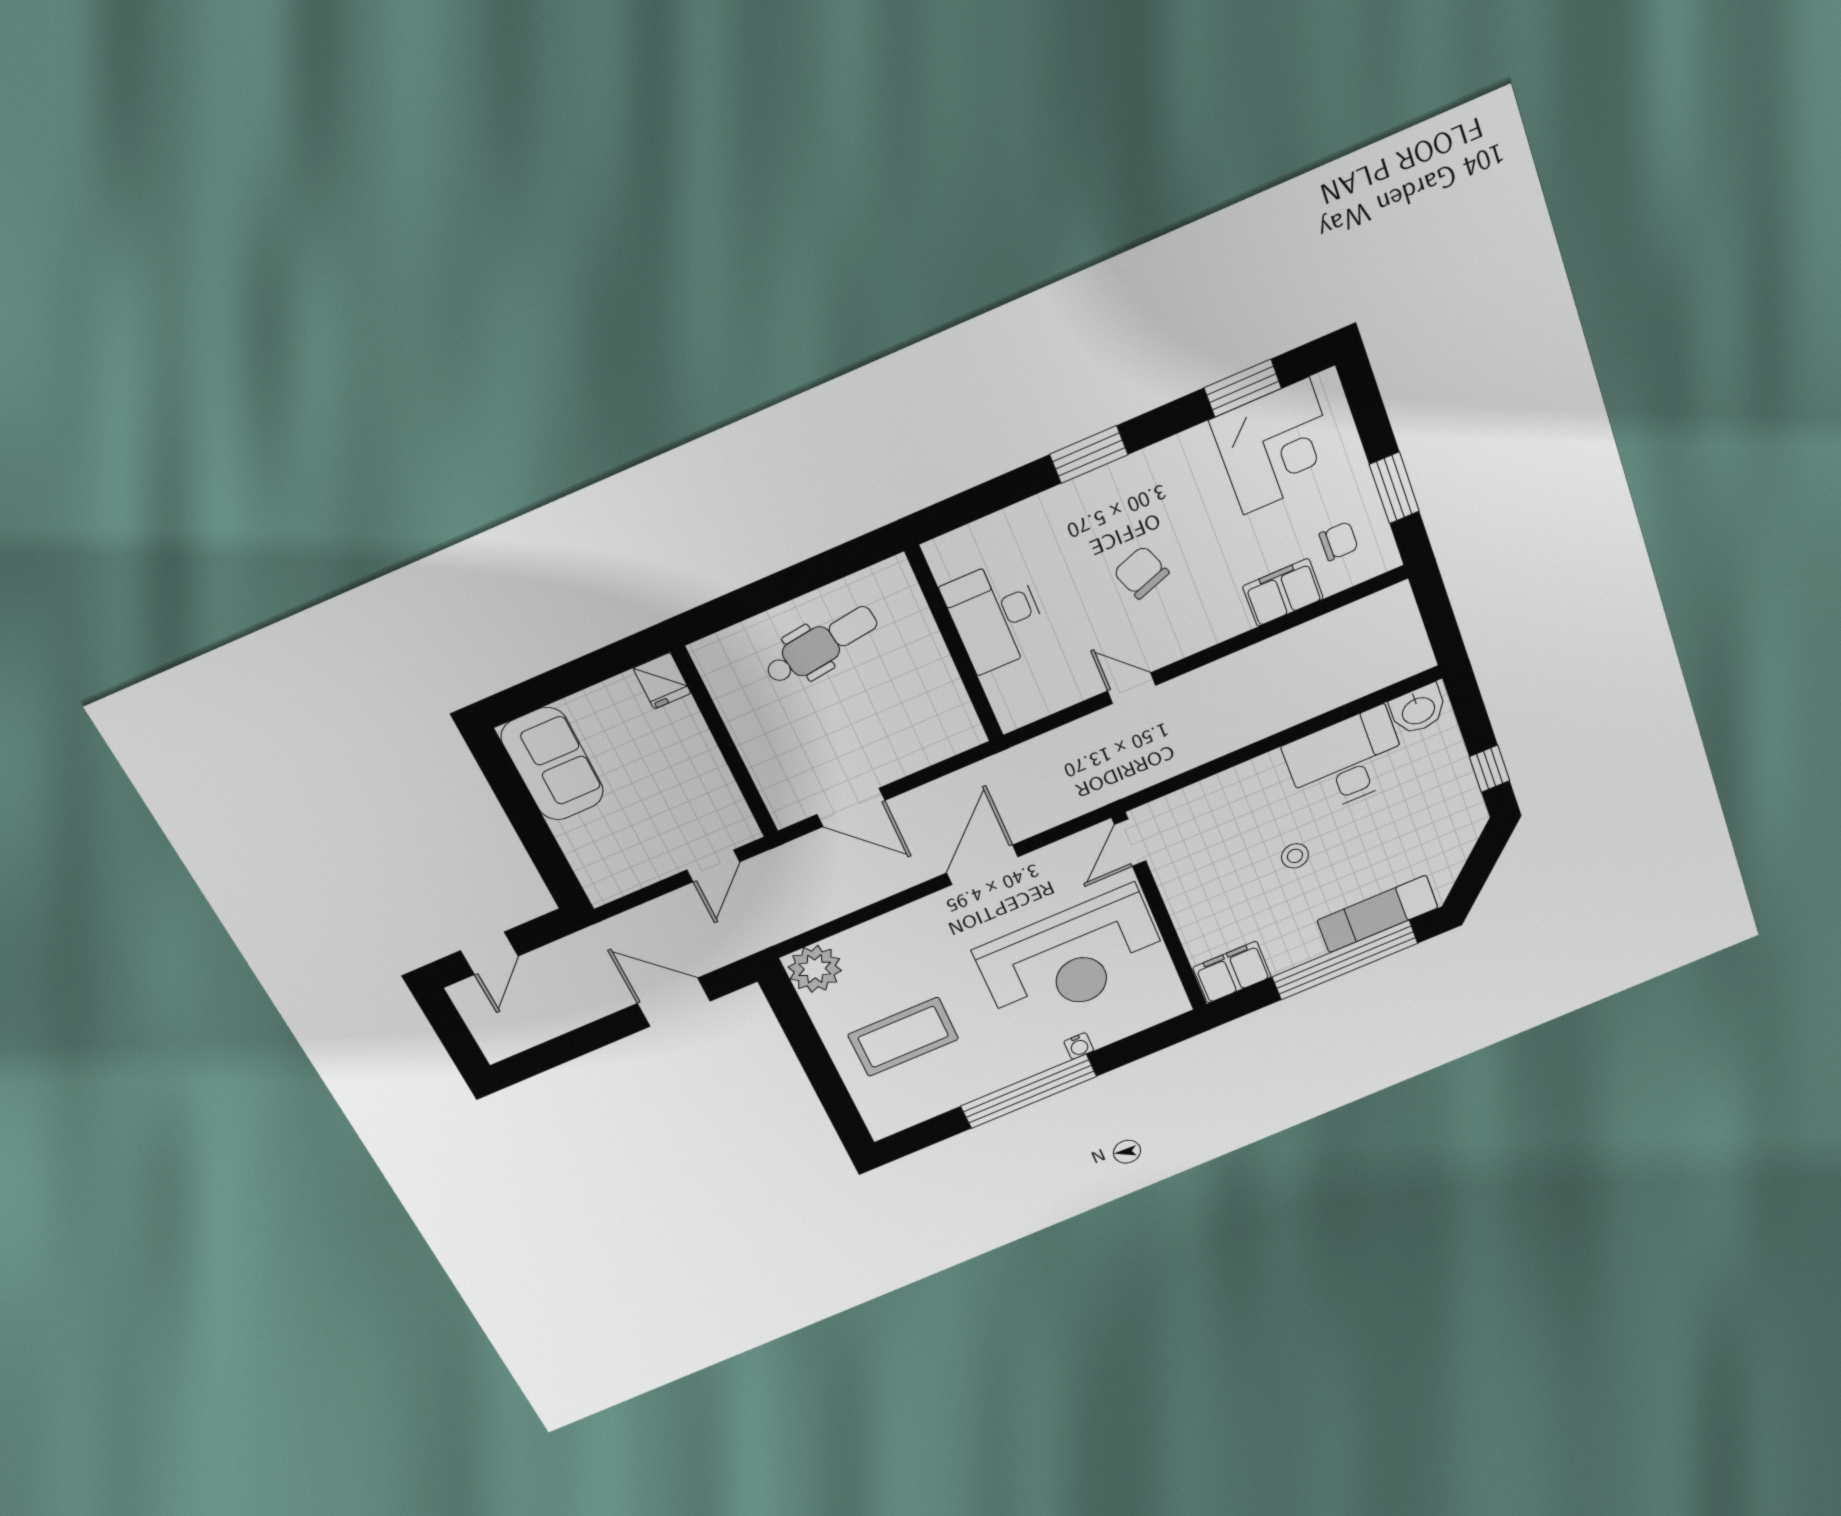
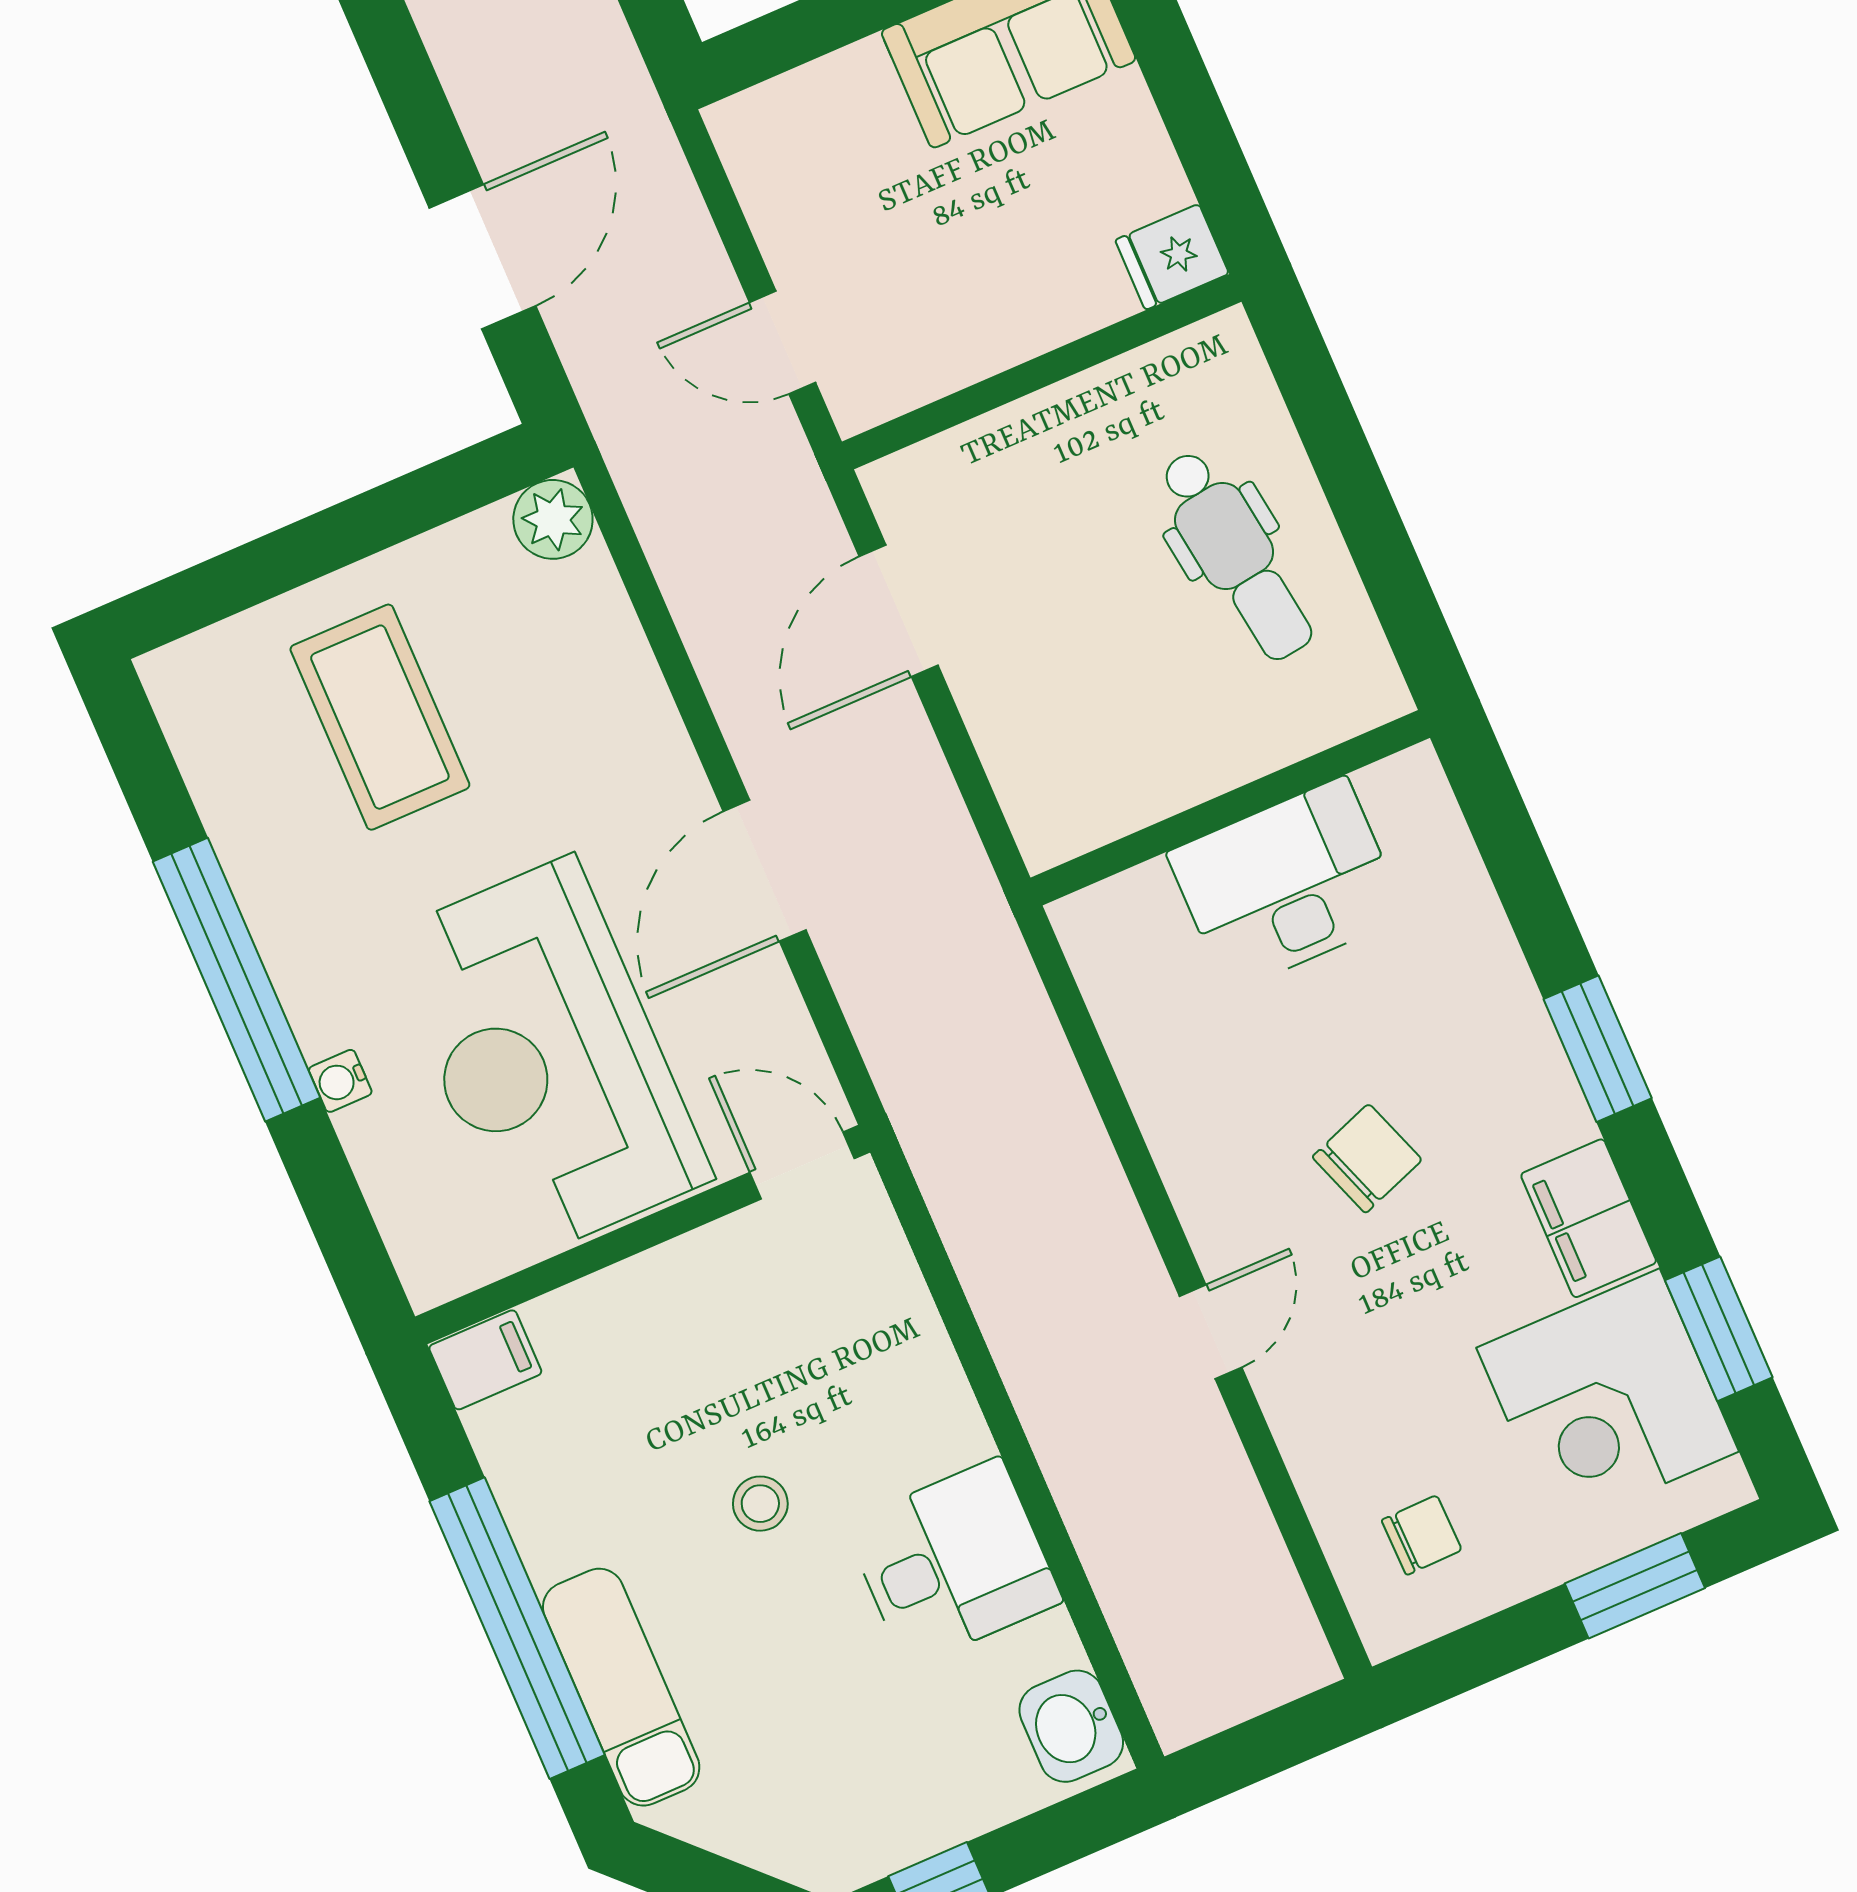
window: (1394, 488) -> (1635, 1586), moved
chair: (1339, 541) -> (1422, 1535), turned -91
filing cabinet: (1283, 592) -> (1589, 1218), moved, turned 180
door: (1132, 688) -> (1211, 1332), moved
desk: (1346, 761) -> (953, 1563), width x0.73
door: (982, 865) -> (765, 871), swing flipped
plant: (815, 969) -> (553, 519), width x0.73, depth x0.73
filing cabinet: (1232, 972) -> (485, 1360), width x0.50

